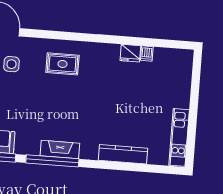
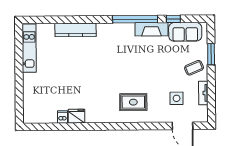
fireplace: (60, 149) -> (151, 29), moved

